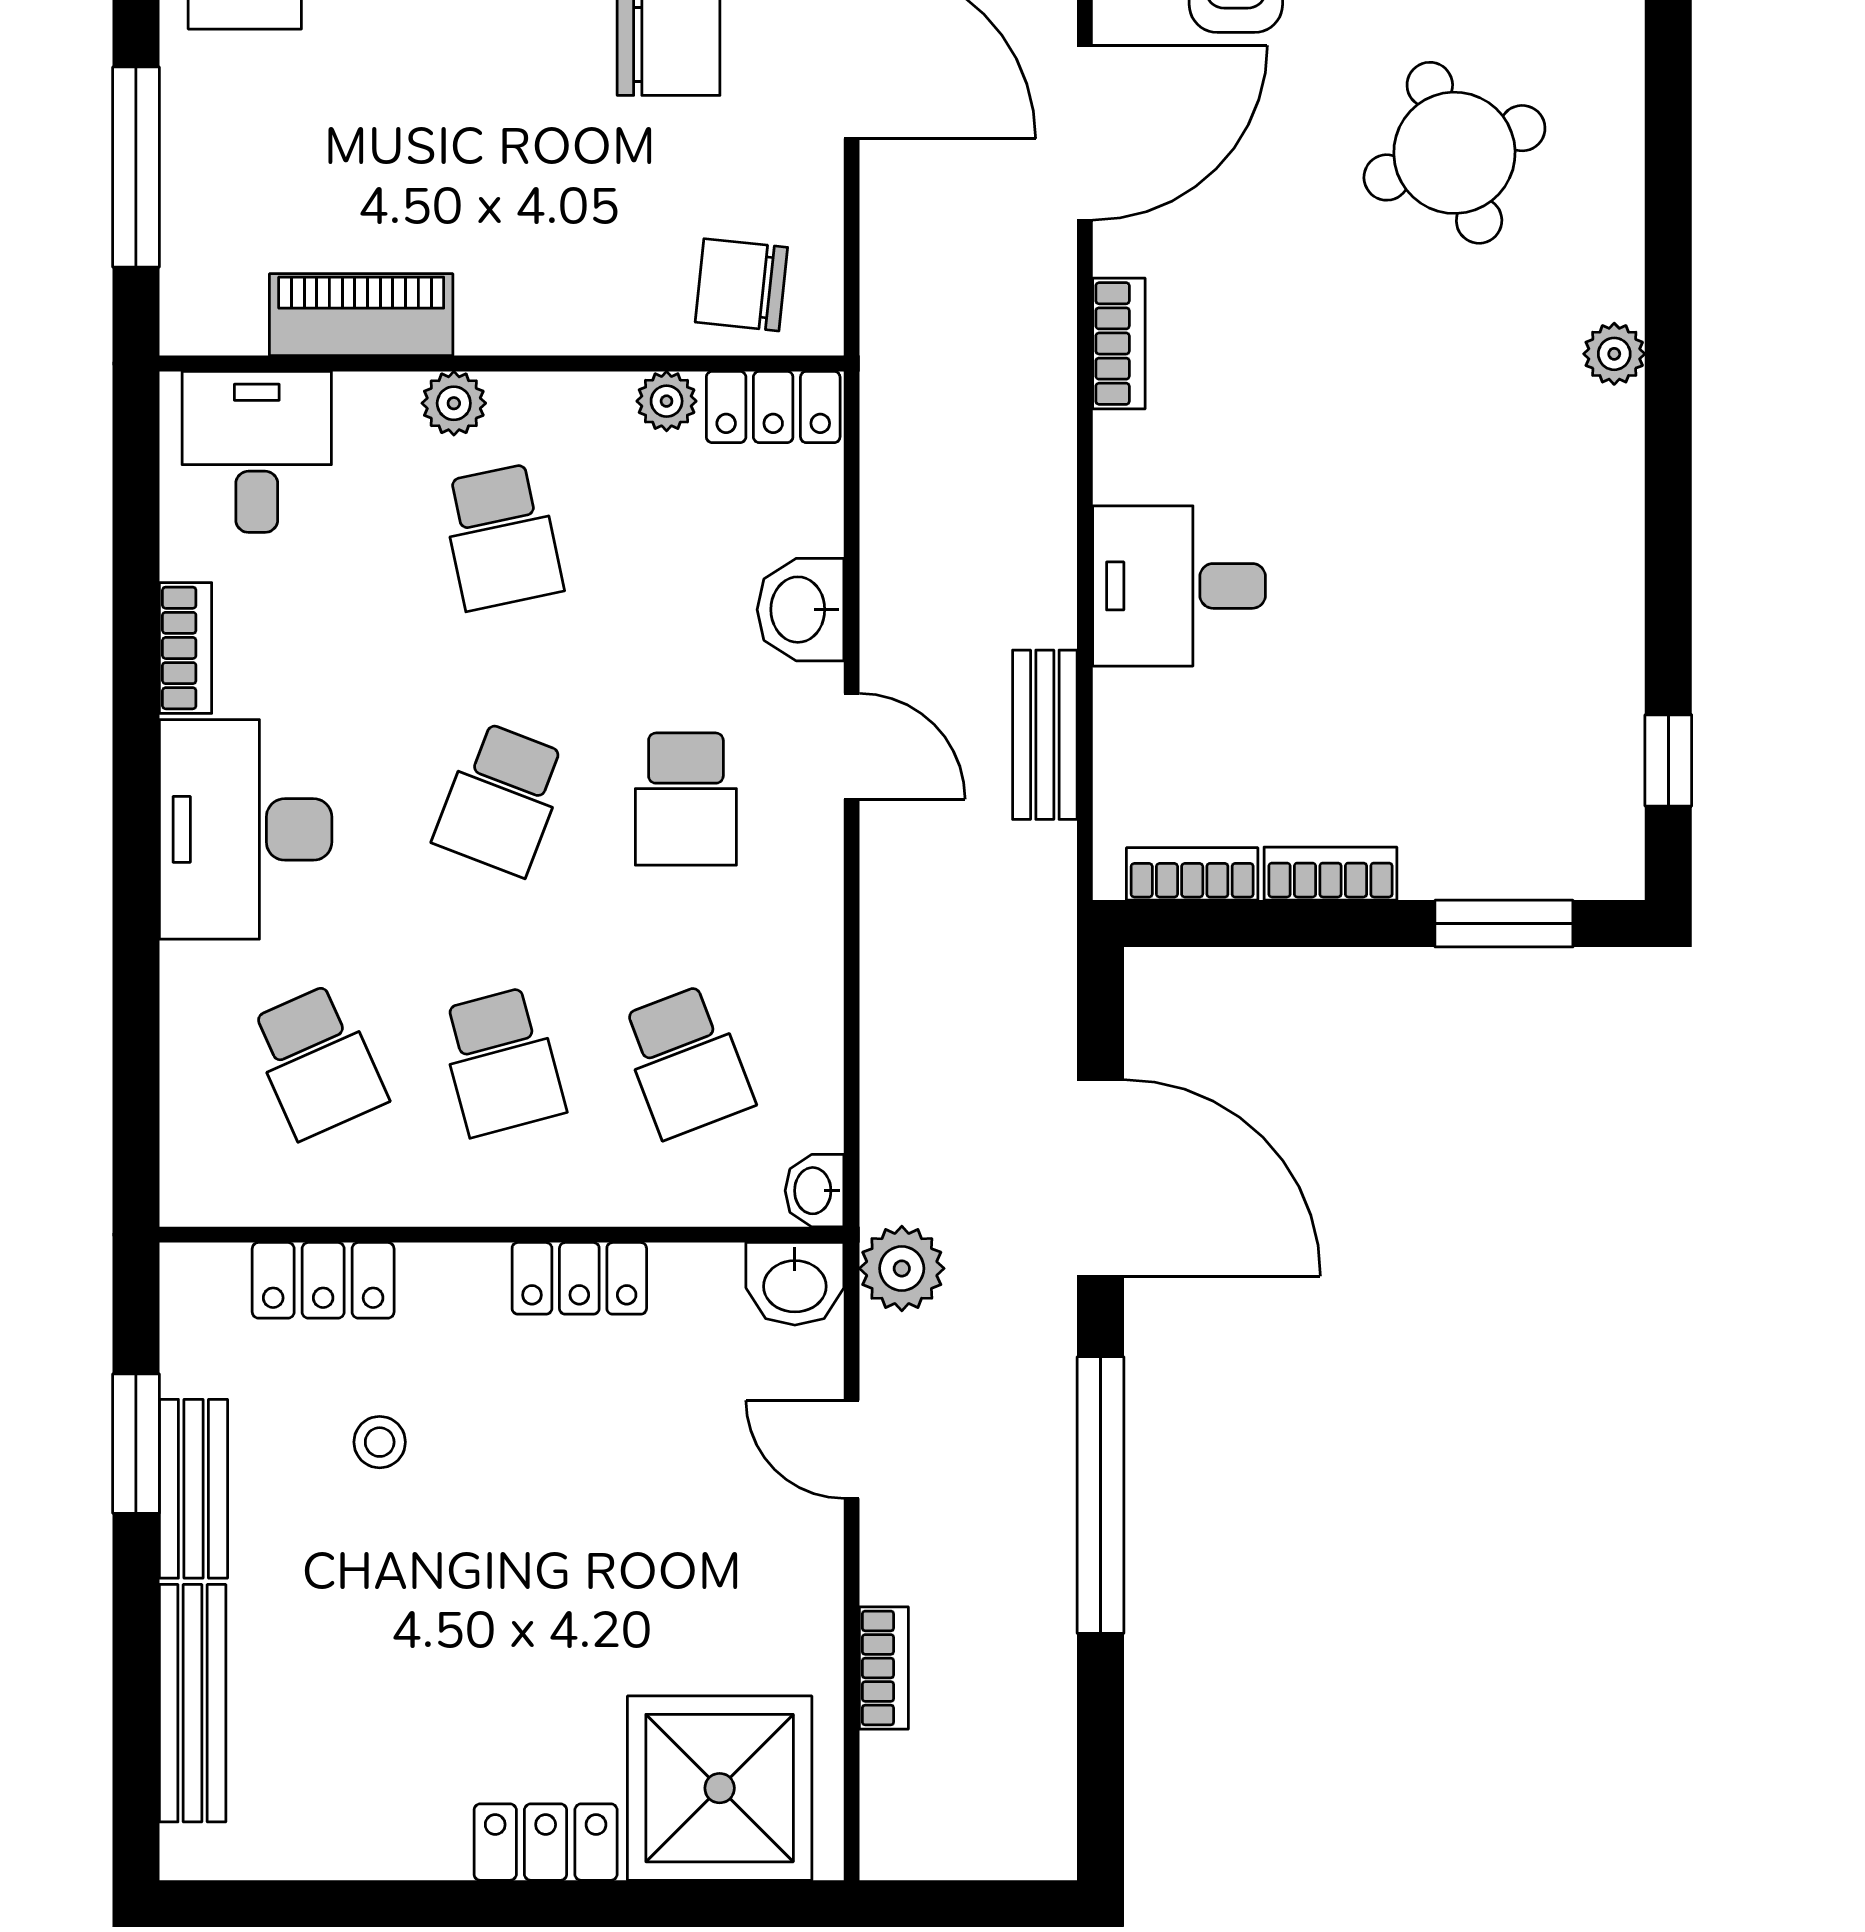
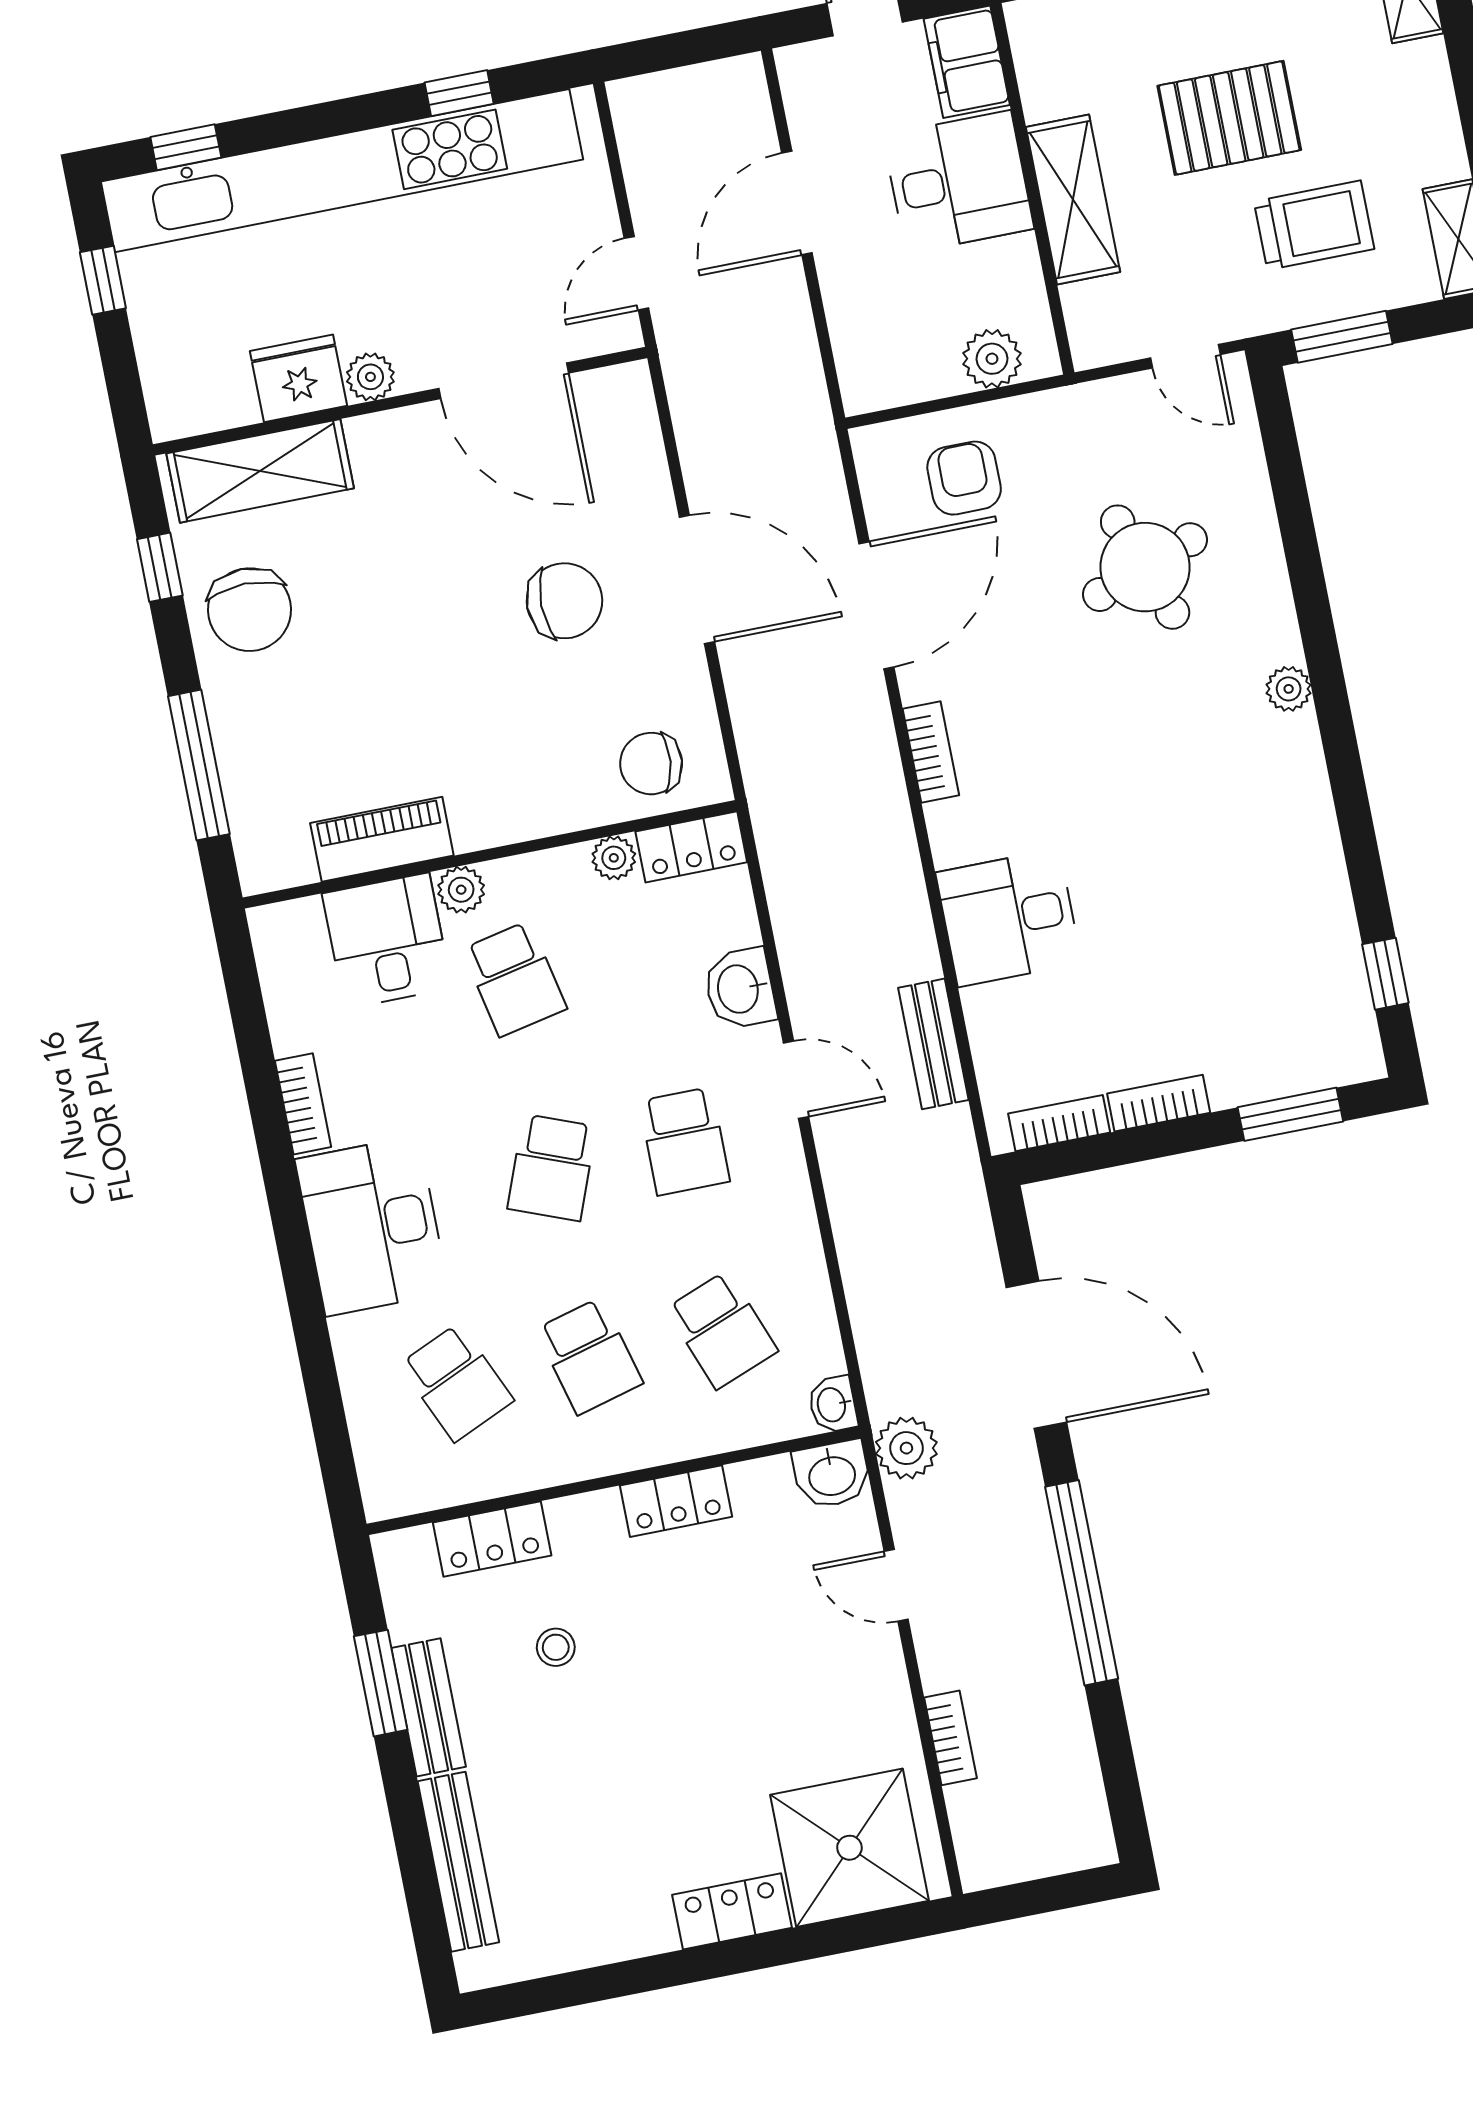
desk: (257, 452) -> (387, 941), moved

